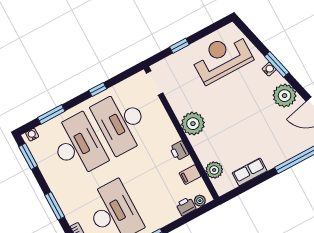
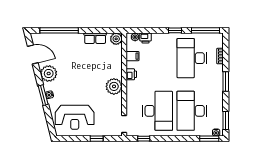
window: (98, 90) -> (144, 139), moved
window: (51, 114) -> (209, 139), moved
plant: (214, 170) -> (116, 39), moved

